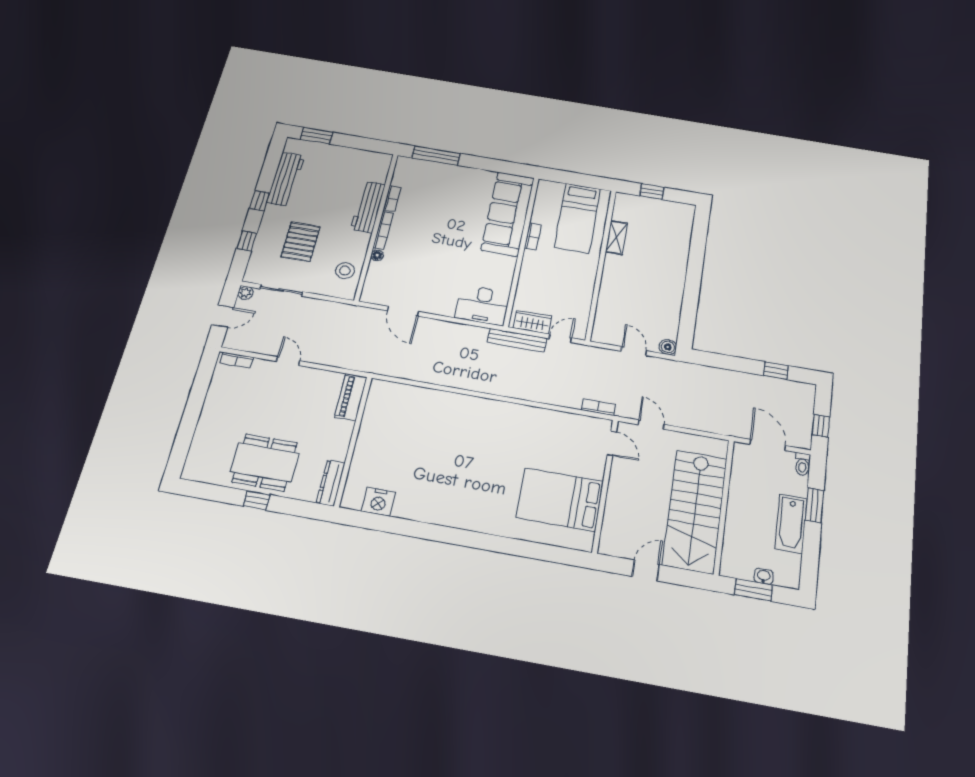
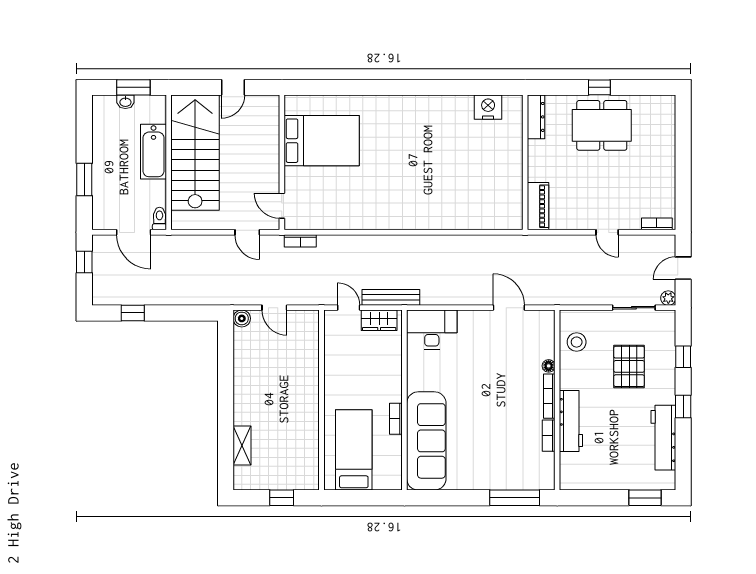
shelving: (616, 238) -> (242, 446), moved
door: (560, 338) -> (349, 308), swing flipped
toilet: (802, 464) -> (159, 219), moved
bathtub: (791, 524) -> (154, 152), moved, turned 180

